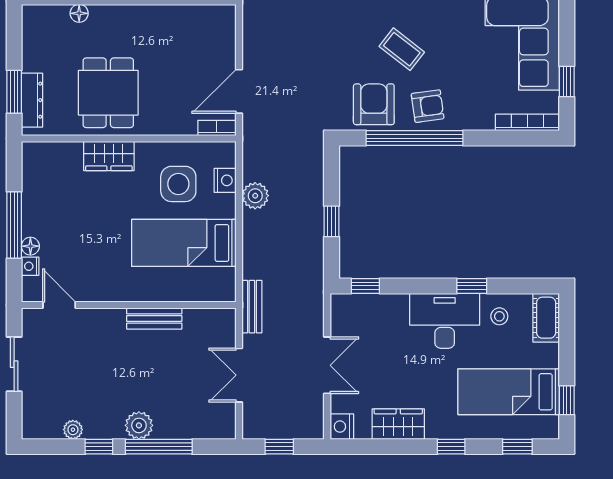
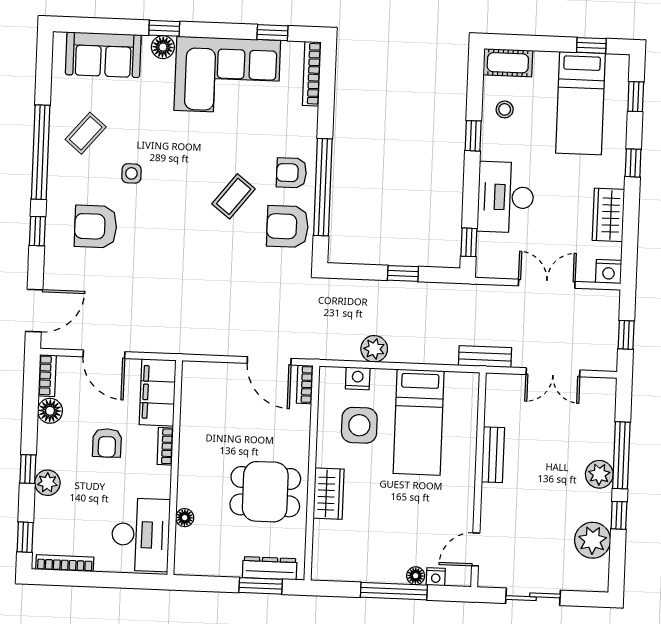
armchair: (428, 106) -> (291, 173), turned -82
desk: (445, 321) -> (506, 197), moved
plant: (73, 430) -> (593, 540), width x1.87, depth x1.87

